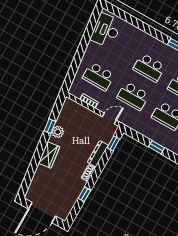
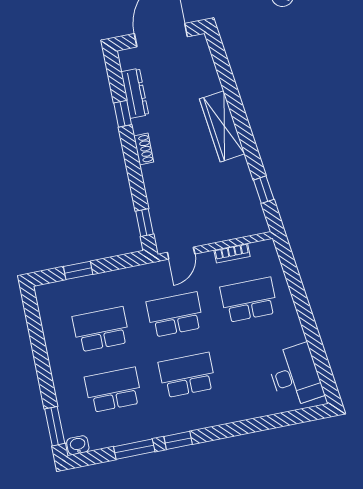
window: (50, 126) -> (264, 190), moved
plant: (58, 132) -> (238, 170), removed
dresser: (98, 154) -> (135, 93), moved
wardrobe: (49, 155) -> (222, 126), width x1.50

